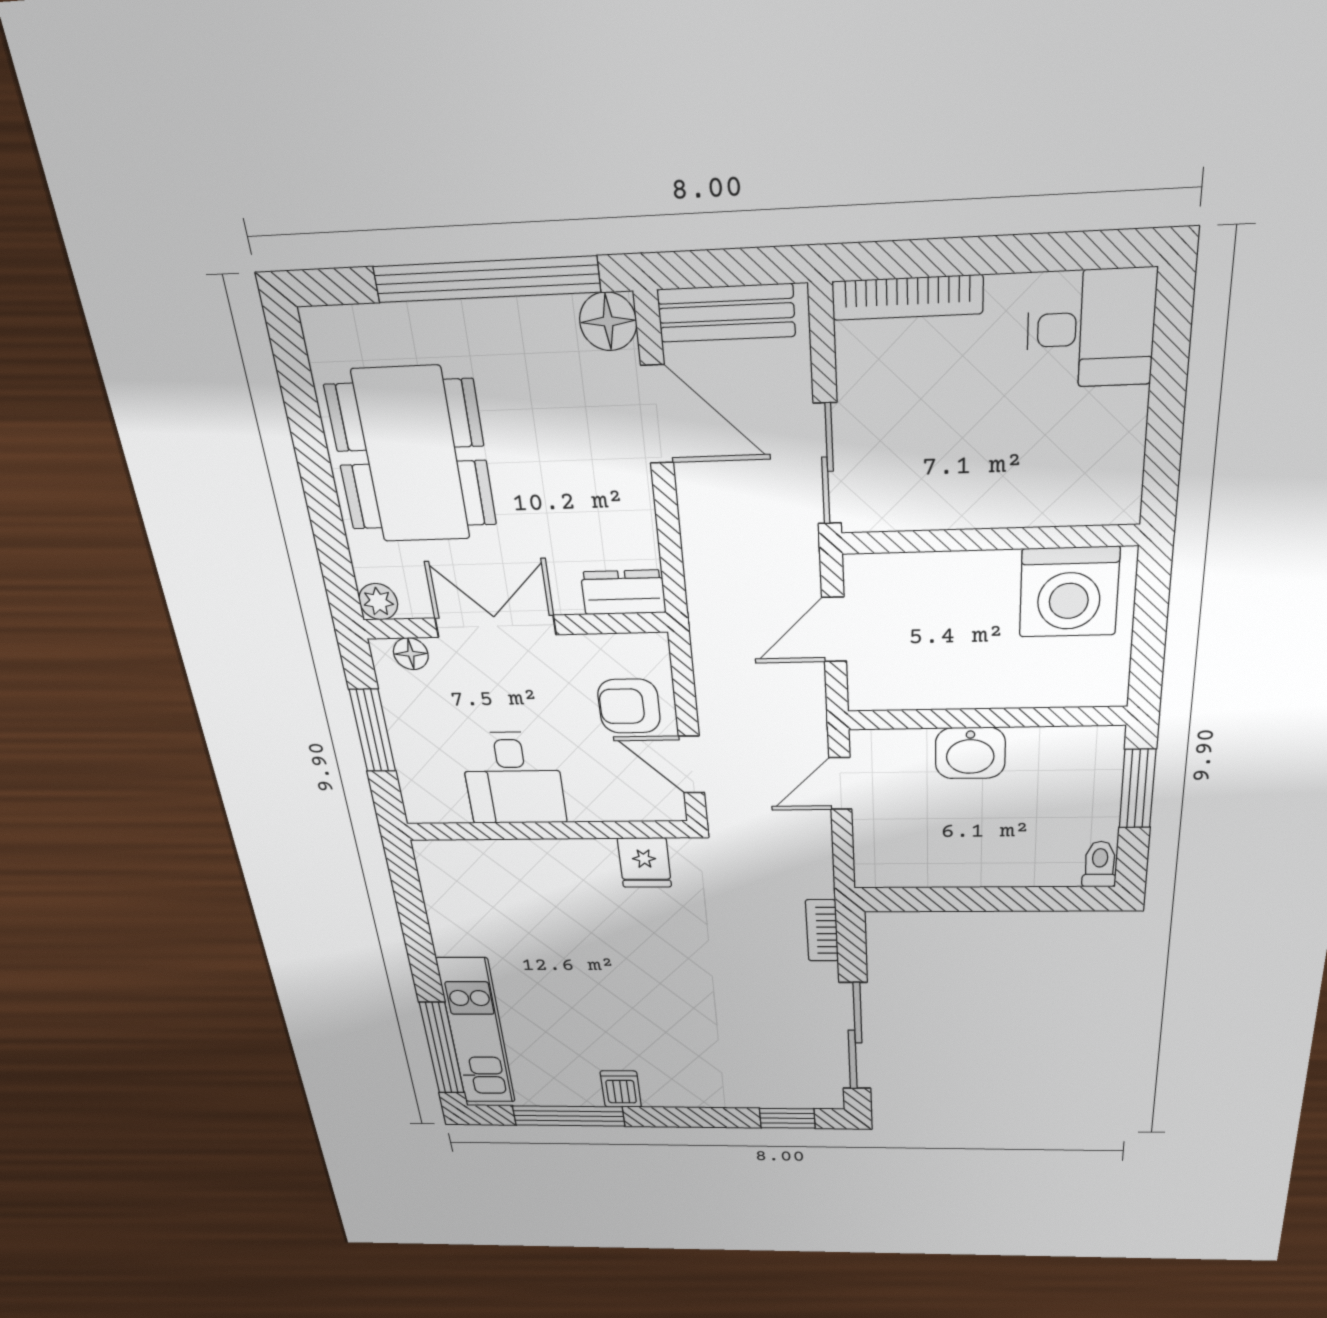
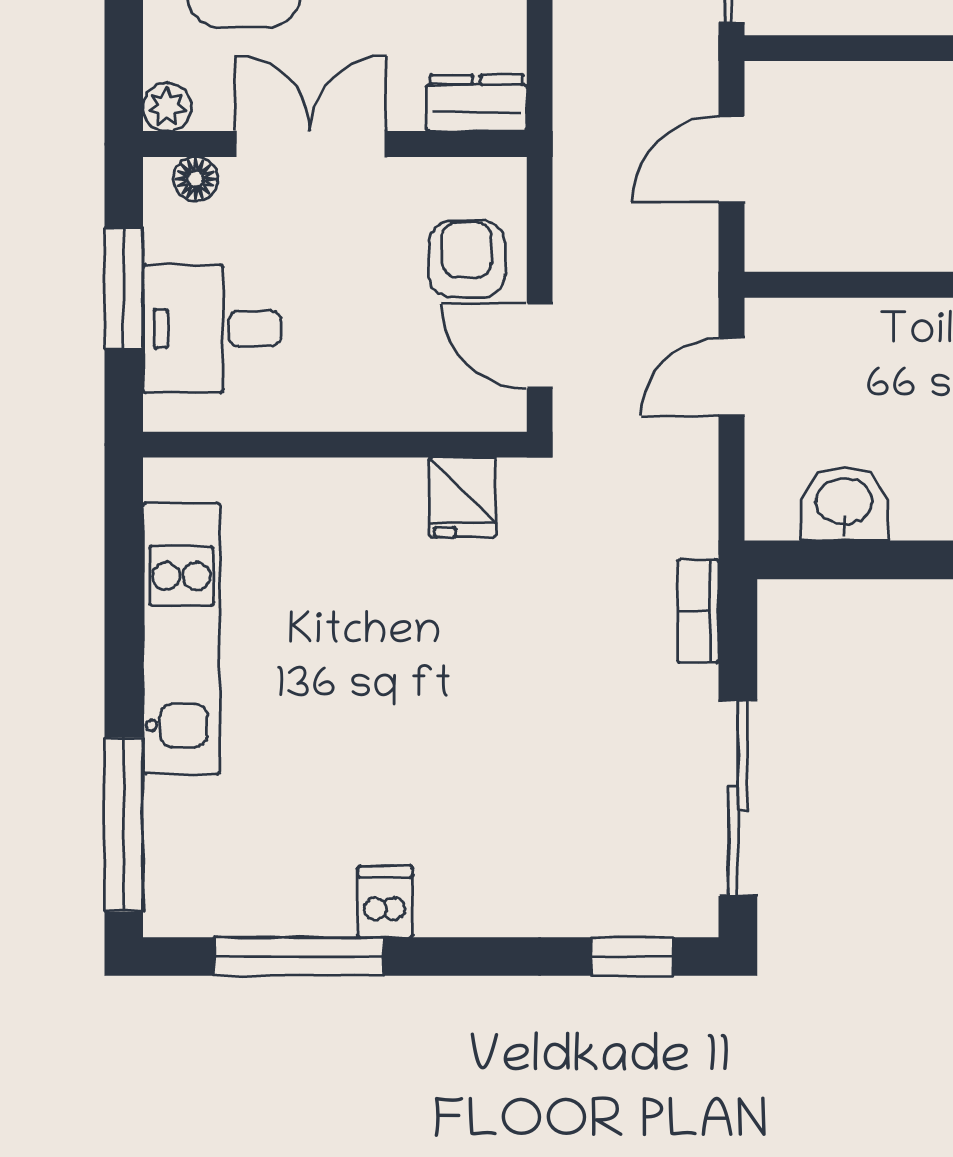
armchair: (629, 706) -> (467, 259), turned 90
washbasin: (970, 753) -> (844, 504), moved, turned 180
desk: (513, 778) -> (212, 329), moved, turned 90
kitchen unit: (476, 1032) -> (181, 638), moved

